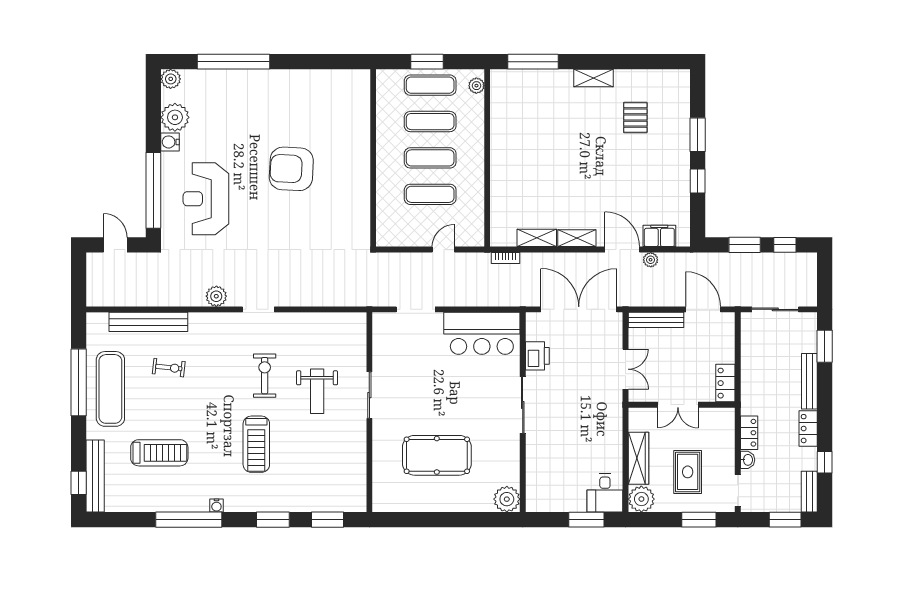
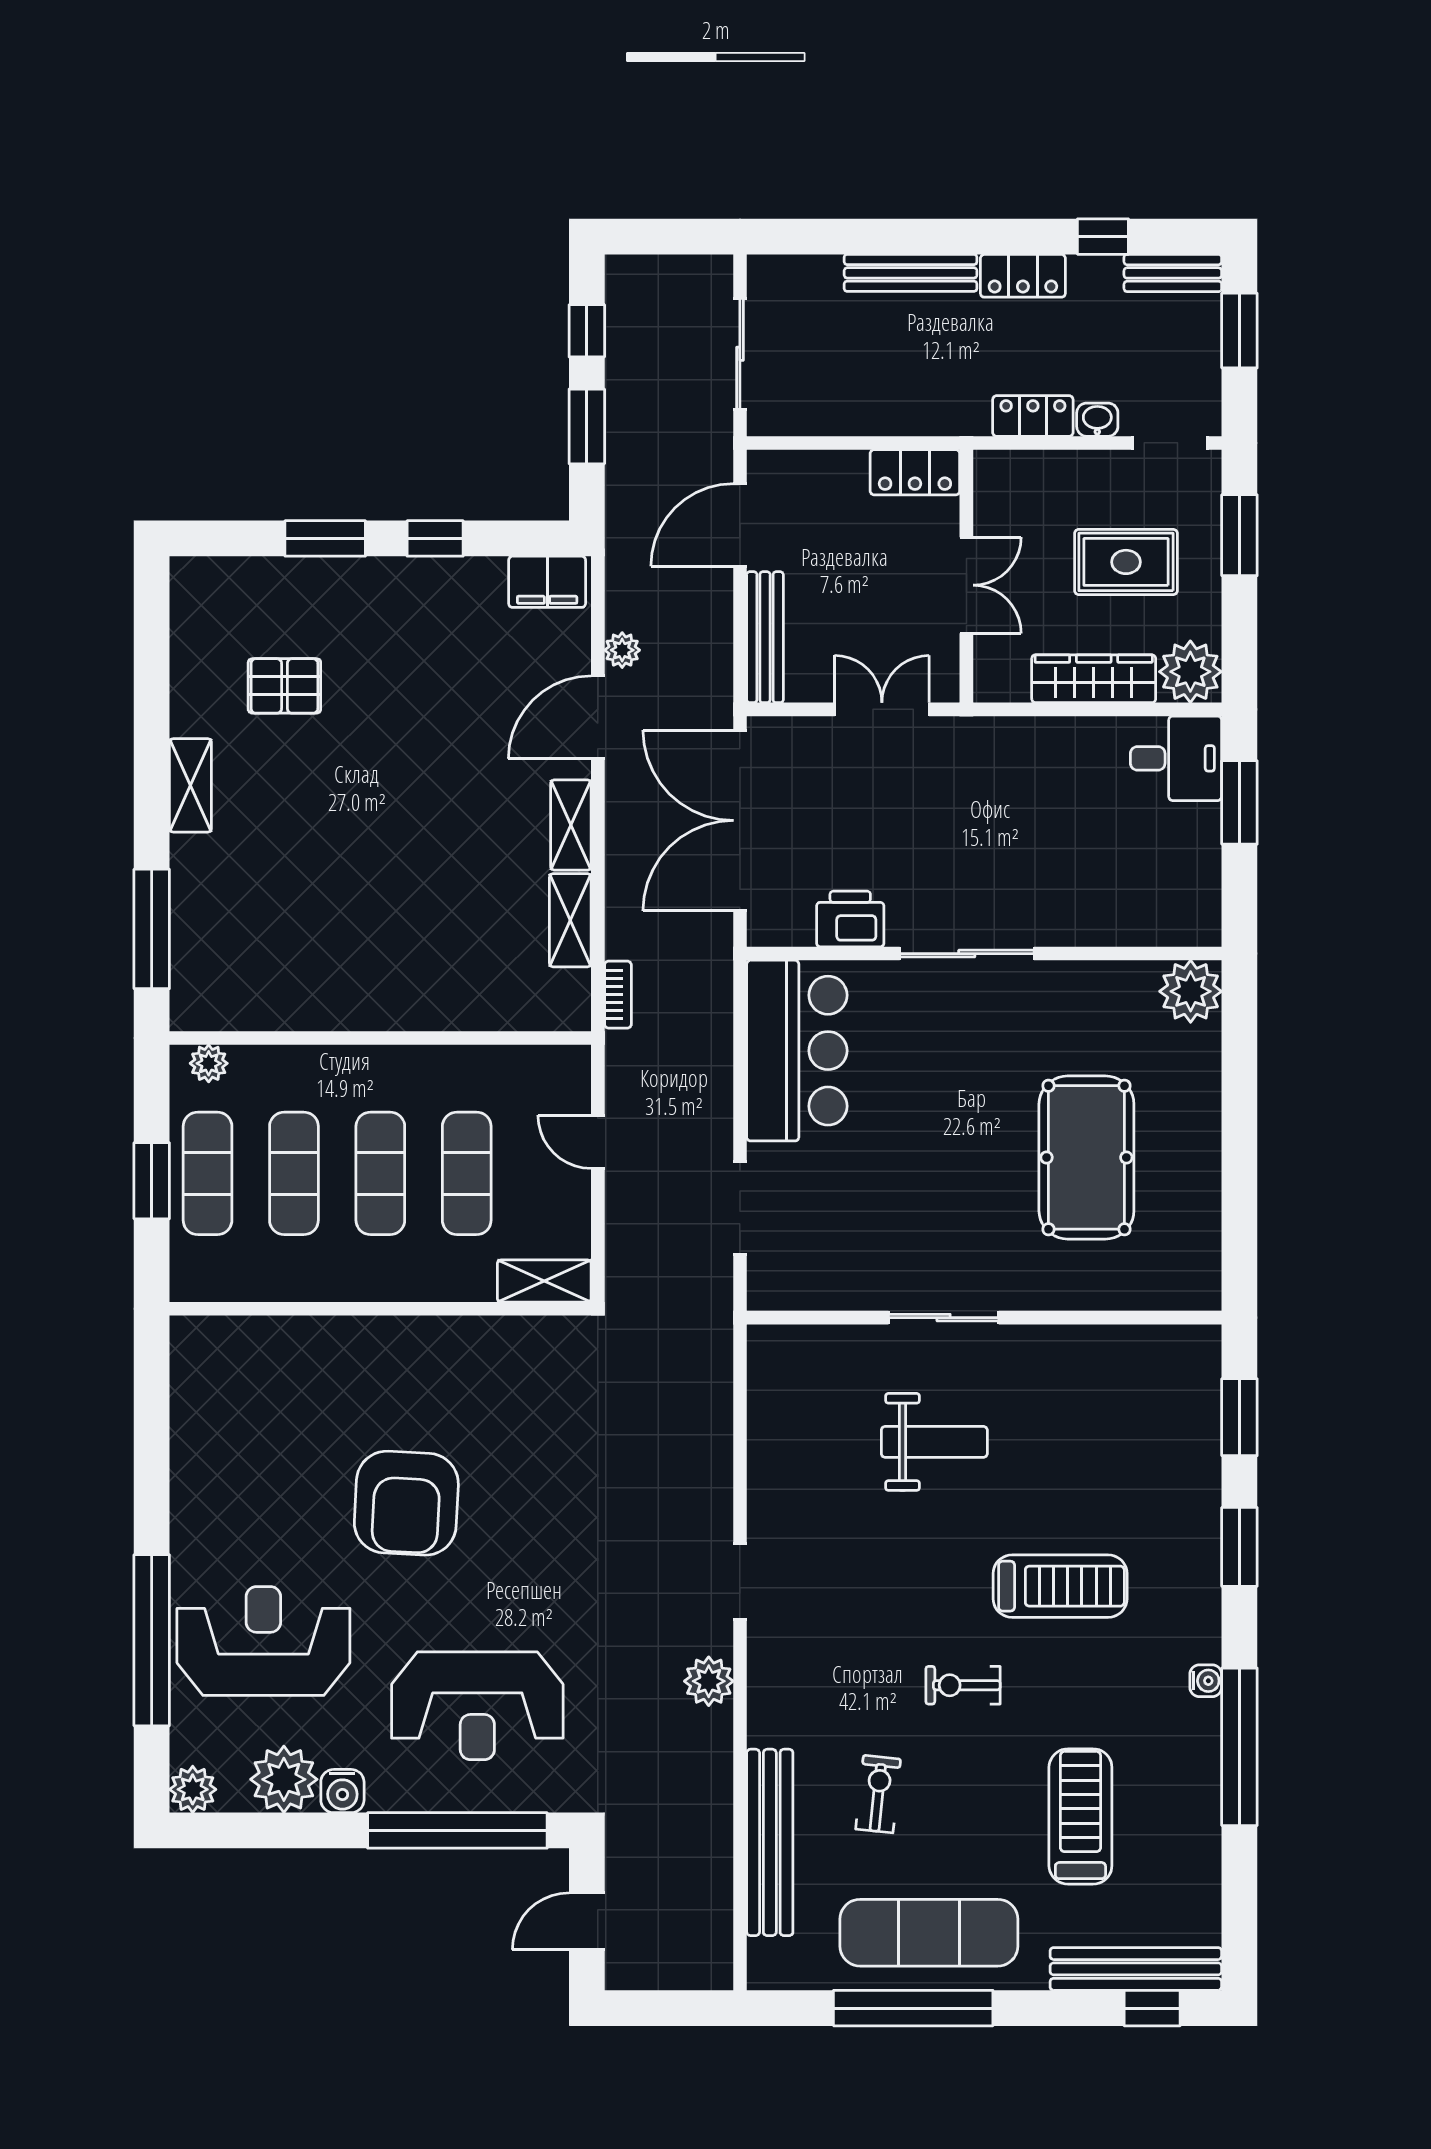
reception desk: (233, 109) -> (263, 1641), added
shelving: (385, 227) -> (544, 1281), added
filing cabinet: (659, 236) -> (547, 582), moved, turned -90
window: (825, 346) -> (827, 237), removed
exercise bike: (265, 376) -> (963, 1685), moved, width x0.73, depth x0.72

